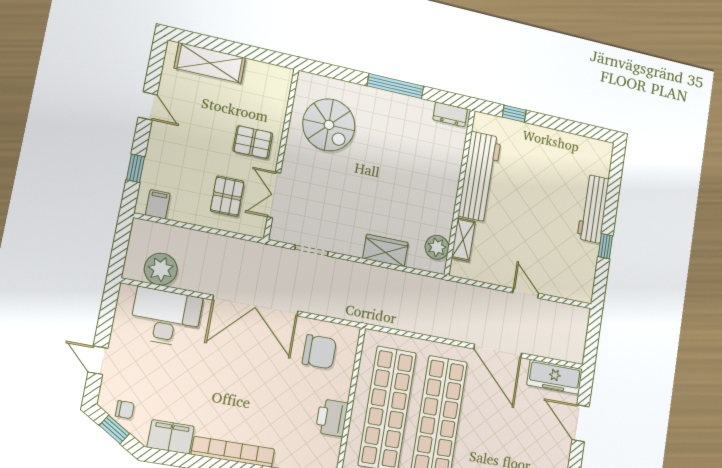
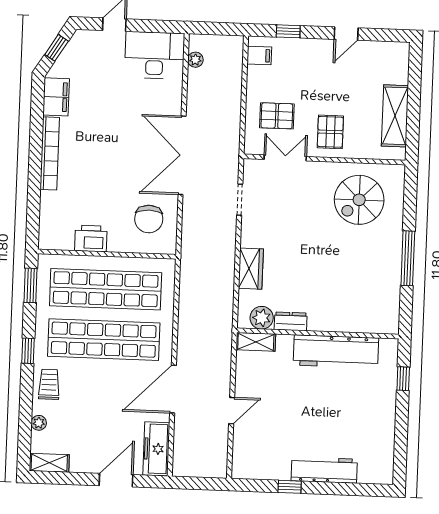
shelving: (210, 63) -> (395, 116), moved
dresser: (450, 114) -> (291, 321), moved, turned 90
shelving: (463, 240) -> (256, 342), moved
plant: (161, 269) -> (195, 60), width x0.53, depth x0.53
desk: (166, 317) -> (155, 55), moved, turned -90
chair: (125, 410) -> (75, 54), removed

